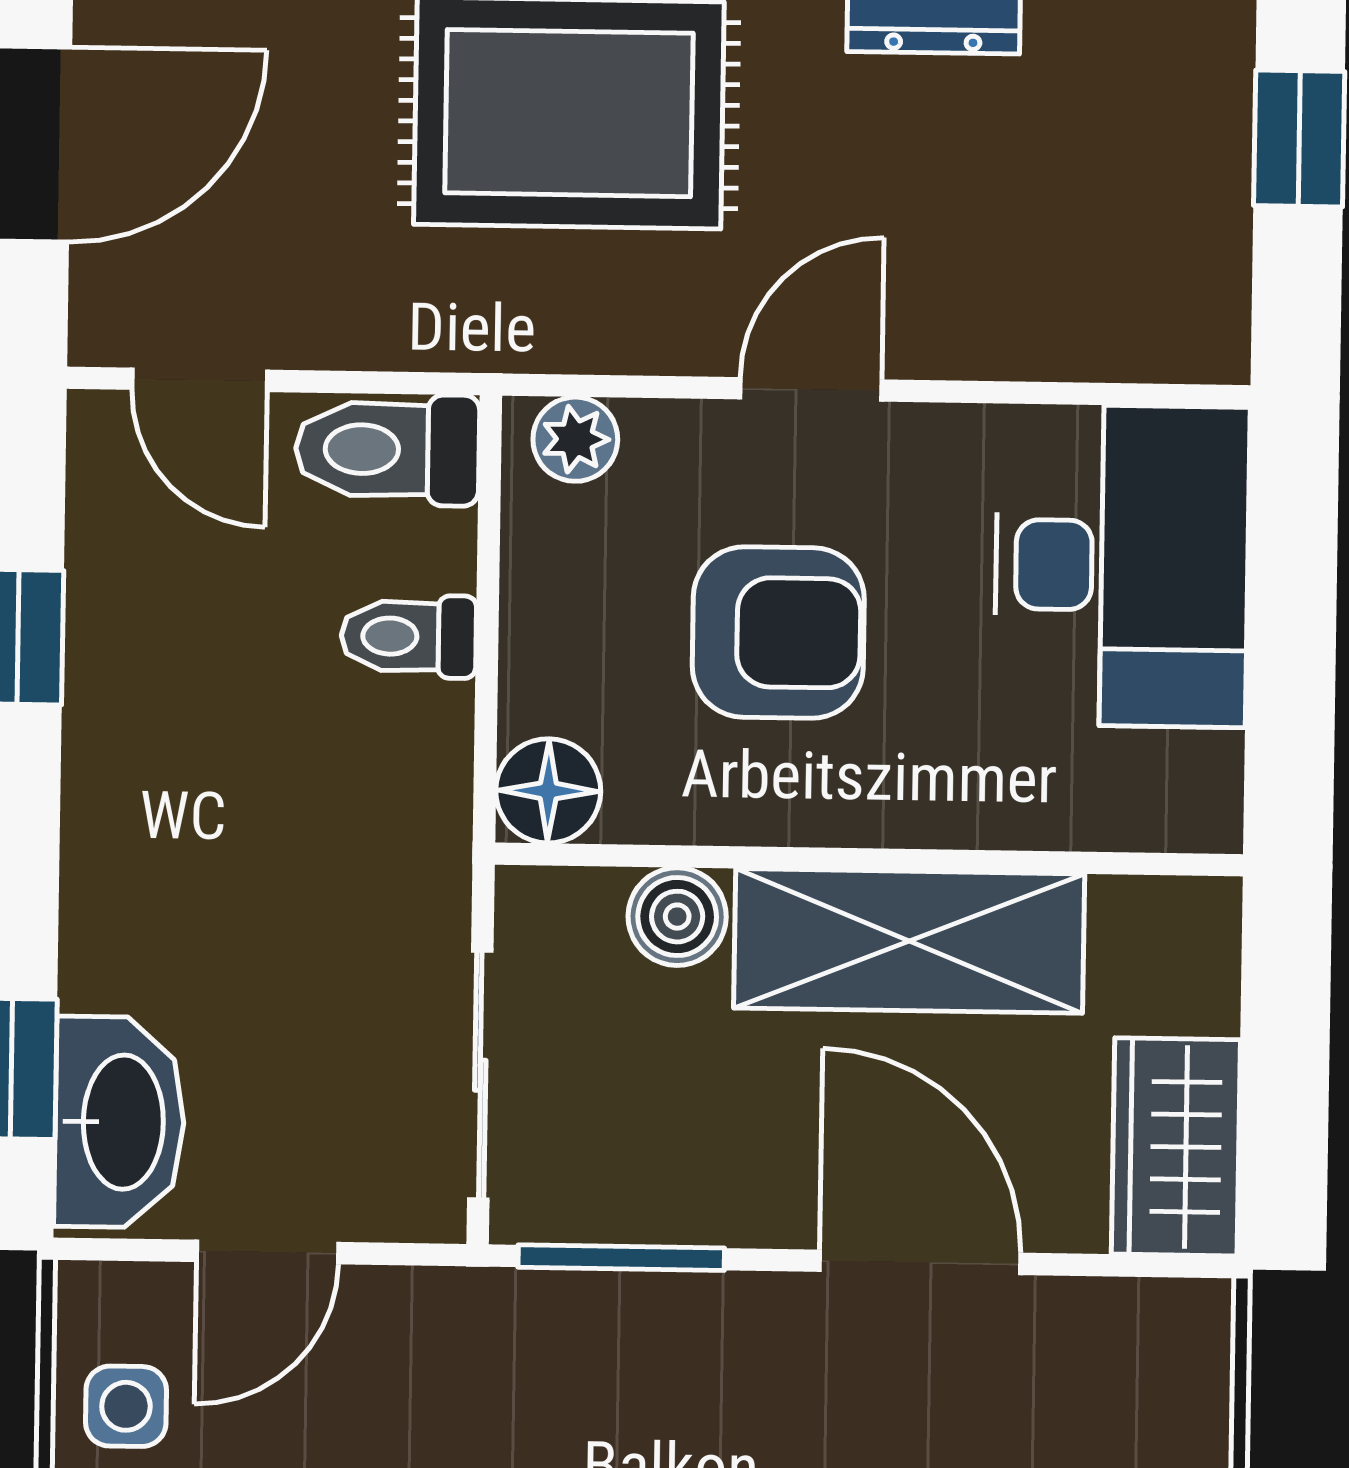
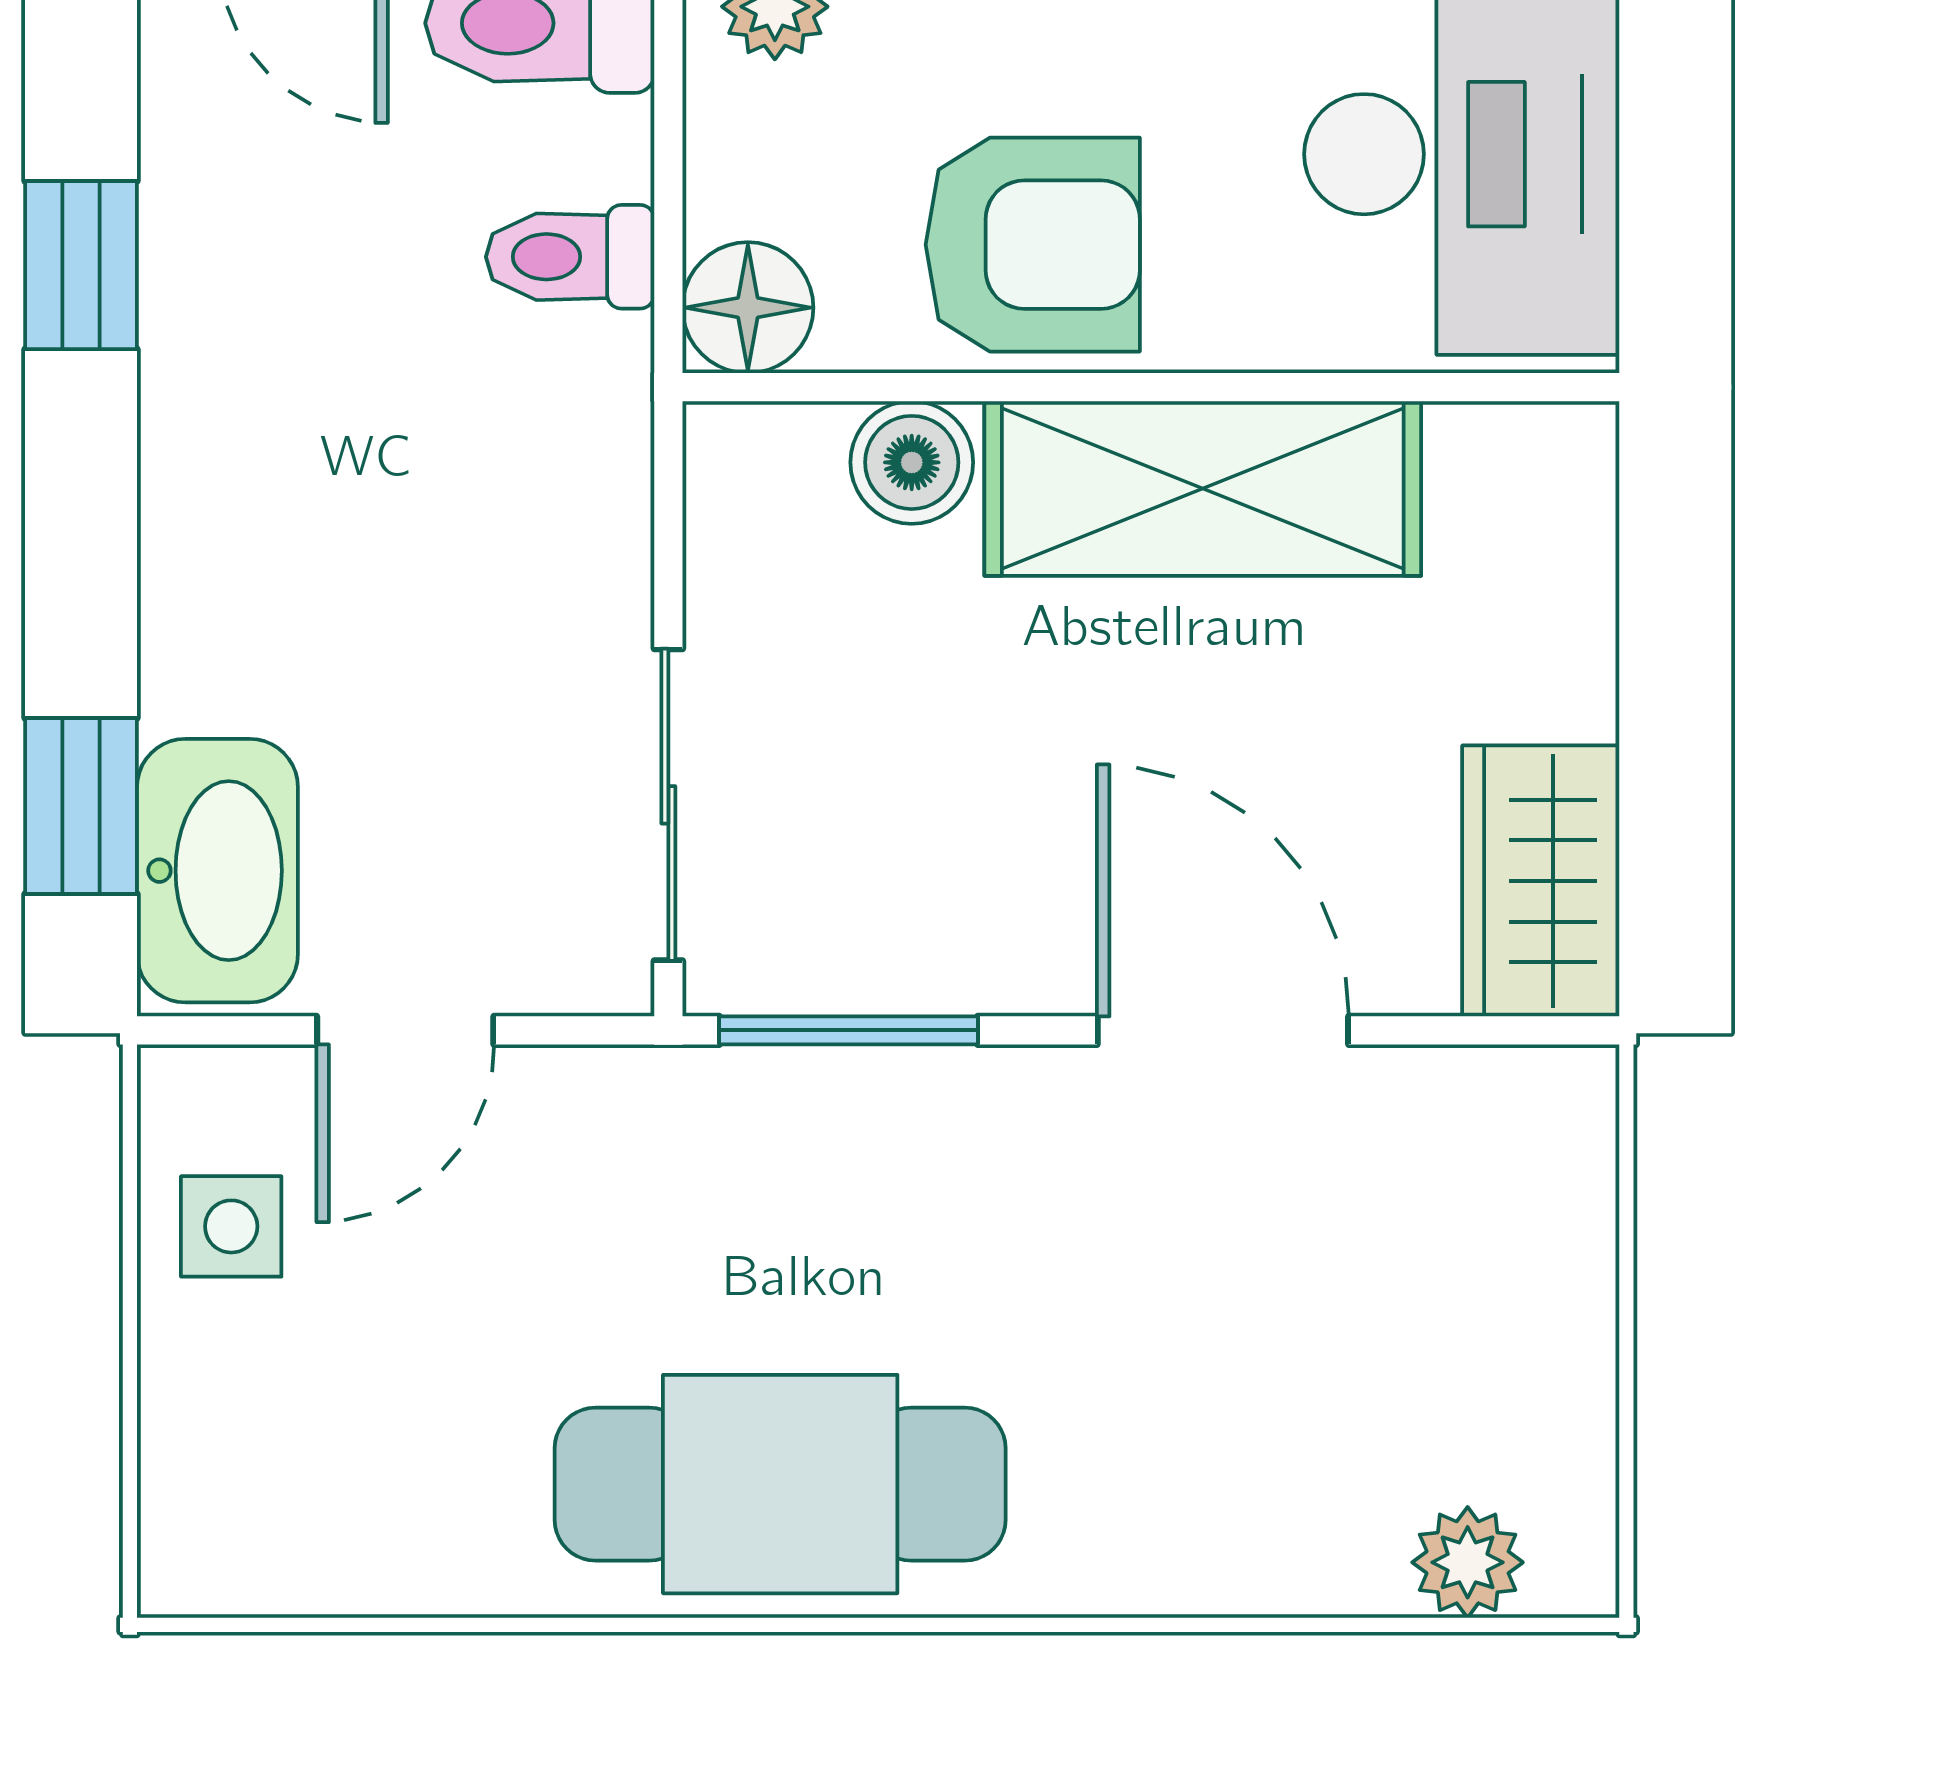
floor lamp: (548, 791) -> (748, 308), moved
wall: (869, 859) -> (1151, 387), moved
boiler: (677, 917) -> (912, 462), moved
shelving: (909, 941) -> (1203, 488), moved

